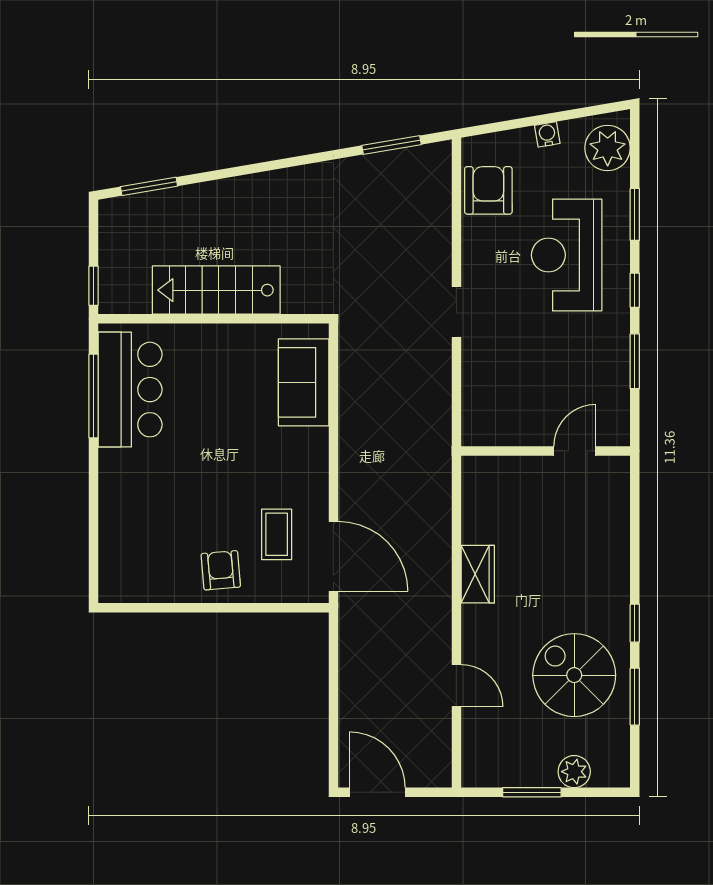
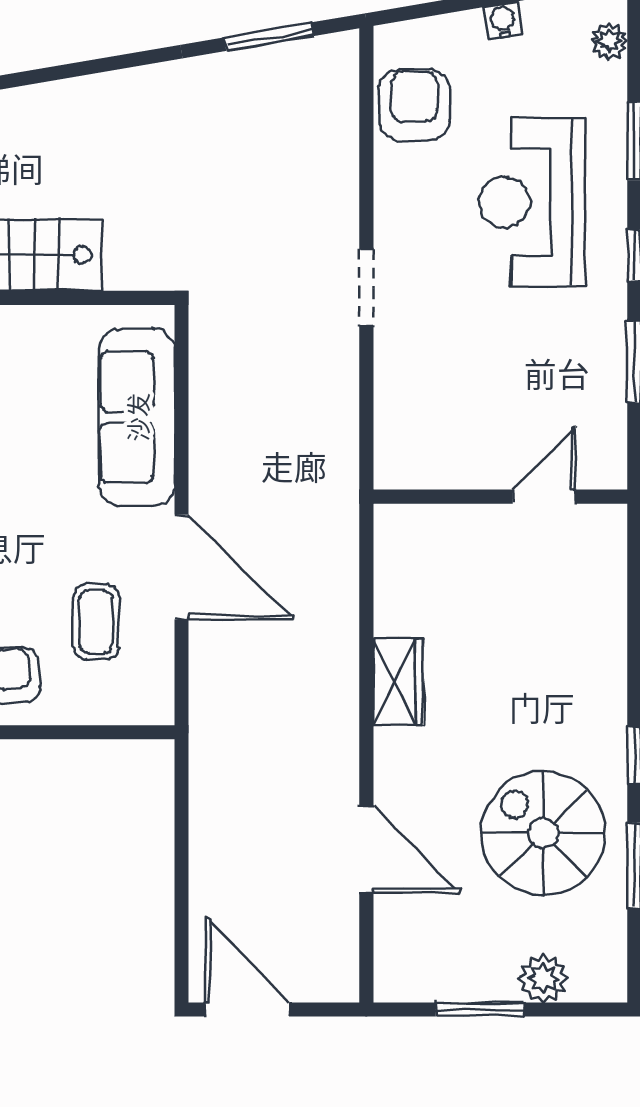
plant: (608, 148) -> (609, 41), width x0.53, depth x0.53
sofa: (304, 382) -> (137, 417), width x1.36
door: (333, 556) -> (181, 567), moved
door: (456, 686) -> (366, 849), width x1.38

